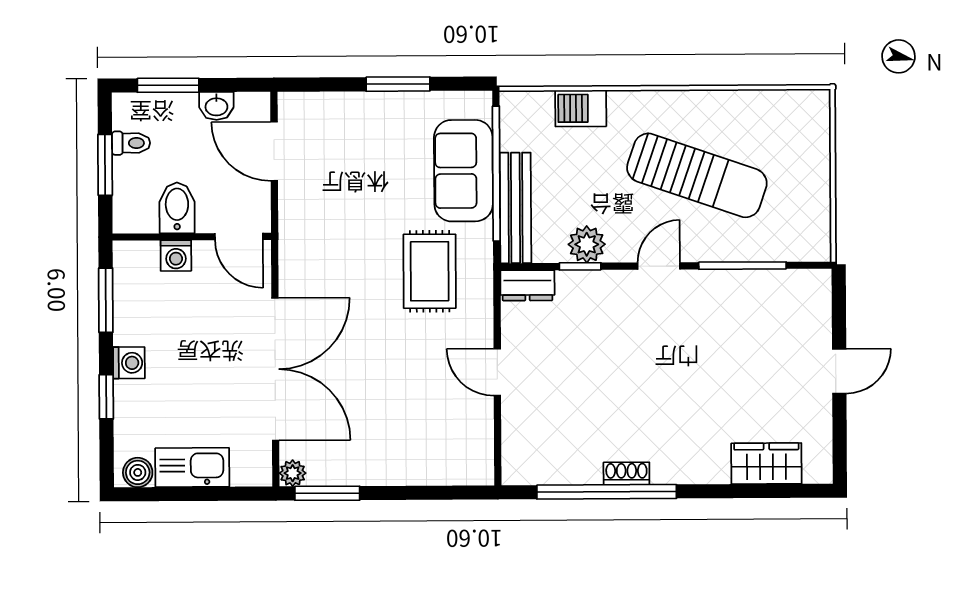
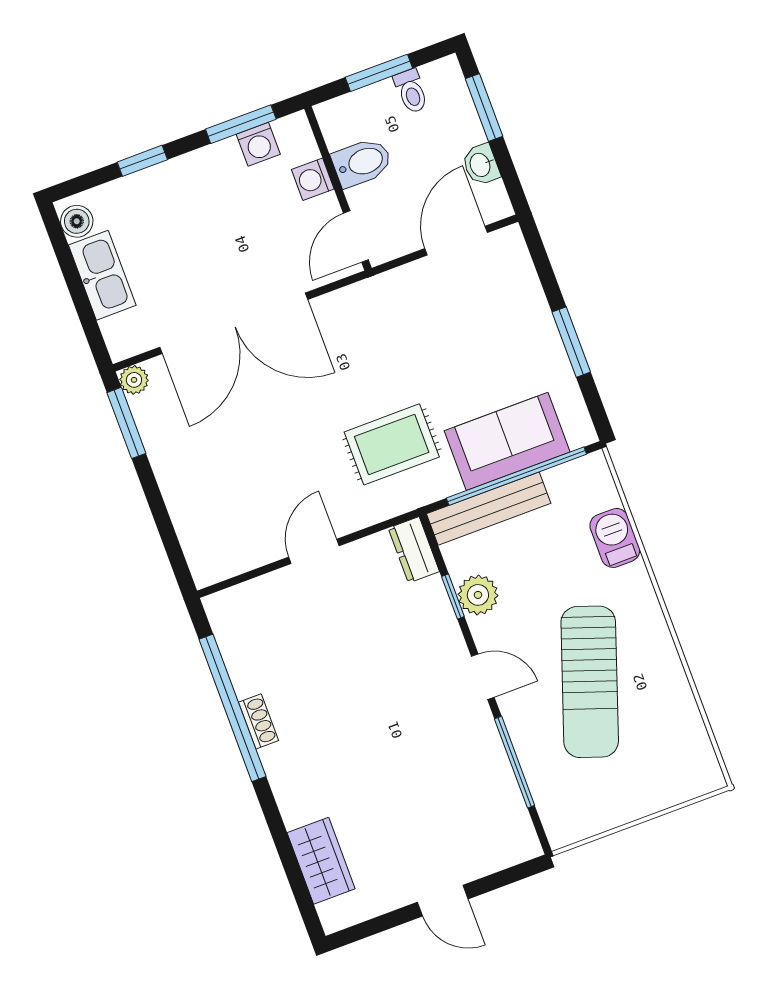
washing machine: (129, 363) -> (258, 144), moved

